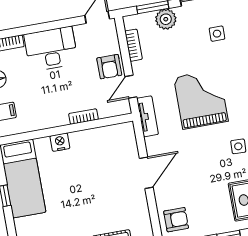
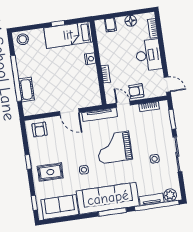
plant: (166, 19) -> (165, 127), removed
grand piano: (201, 99) -> (114, 147), turned 180
tv unit: (148, 116) -> (100, 115), width x1.41

